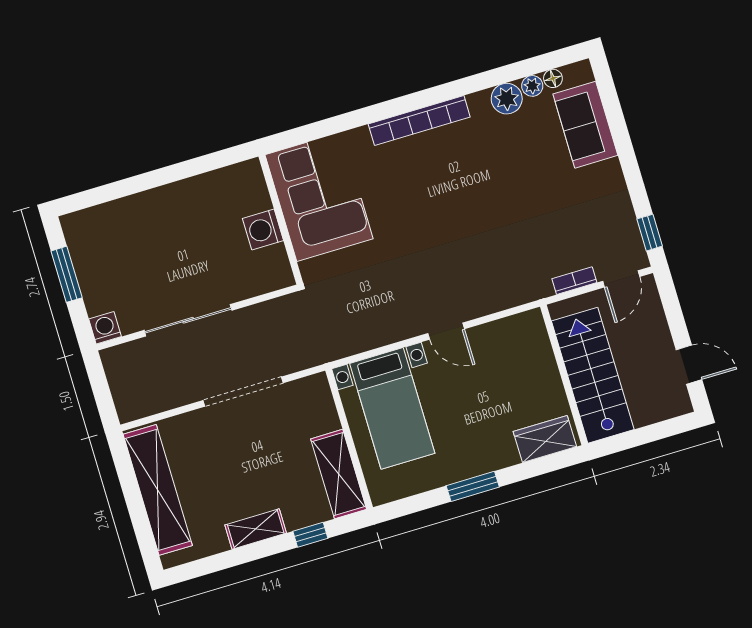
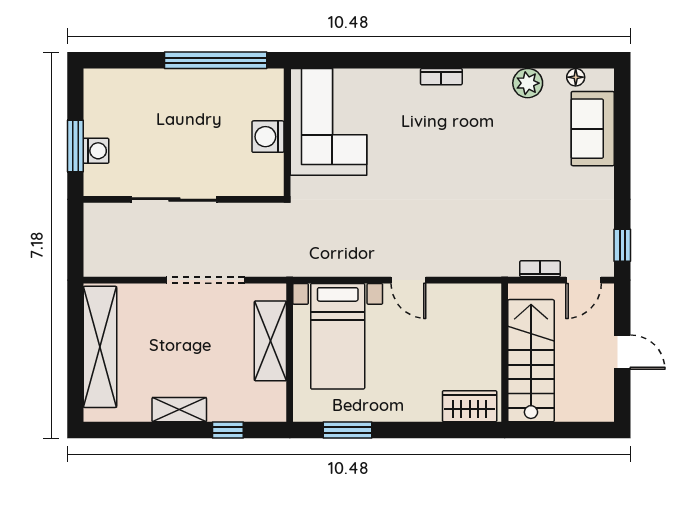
plant: (532, 86) -> (555, 78), removed
bookcase: (419, 120) -> (441, 77), width x0.43, depth x0.76
window: (188, 169) -> (216, 60), added
window: (67, 274) -> (75, 146), moved
washing machine: (105, 328) -> (96, 151), moved, turned 90
door: (689, 365) -> (622, 352), moved
shelving: (339, 474) -> (270, 341), moved
window: (473, 486) -> (348, 430), moved

